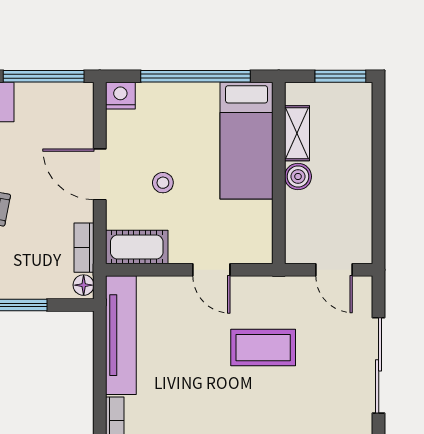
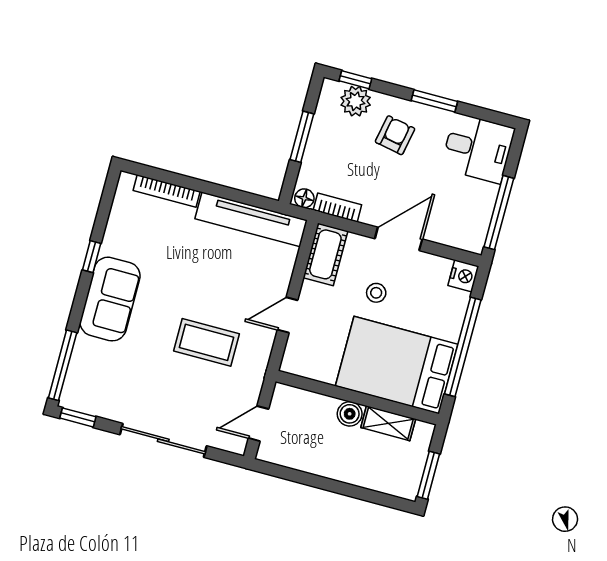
bed: (247, 141) -> (397, 365), width x1.50
coffee table: (263, 348) -> (206, 342), turned 90

